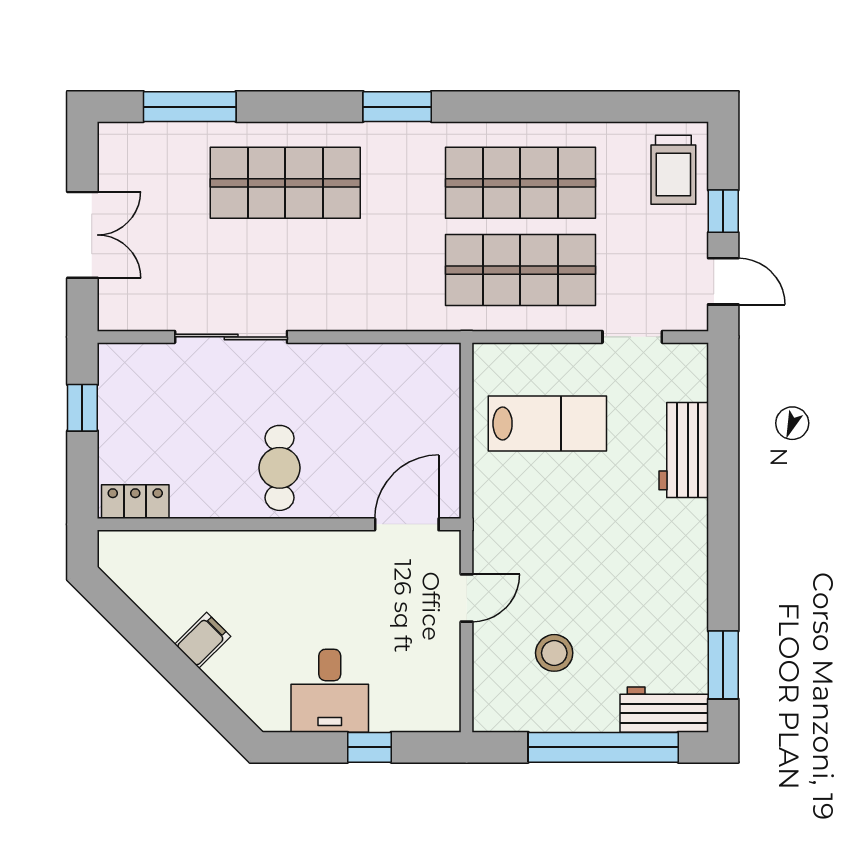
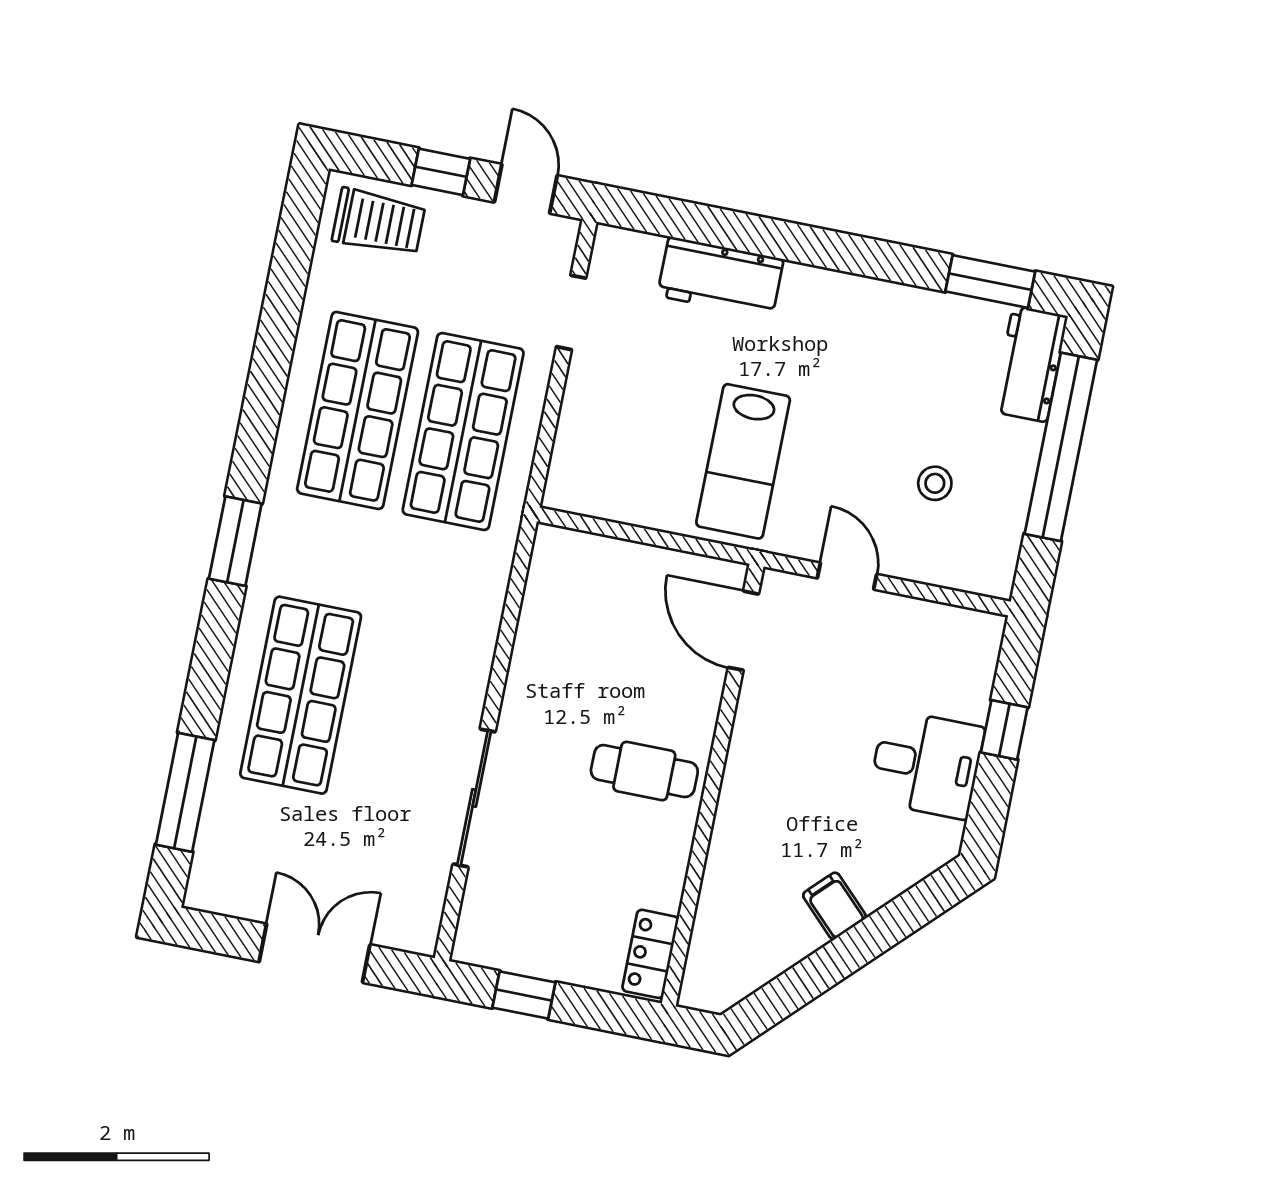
door: (723, 281) -> (526, 189), hinge flipped
lab bench: (547, 424) -> (743, 461), moved, turned 180
stool: (554, 653) -> (935, 483), width x0.73, depth x0.73

